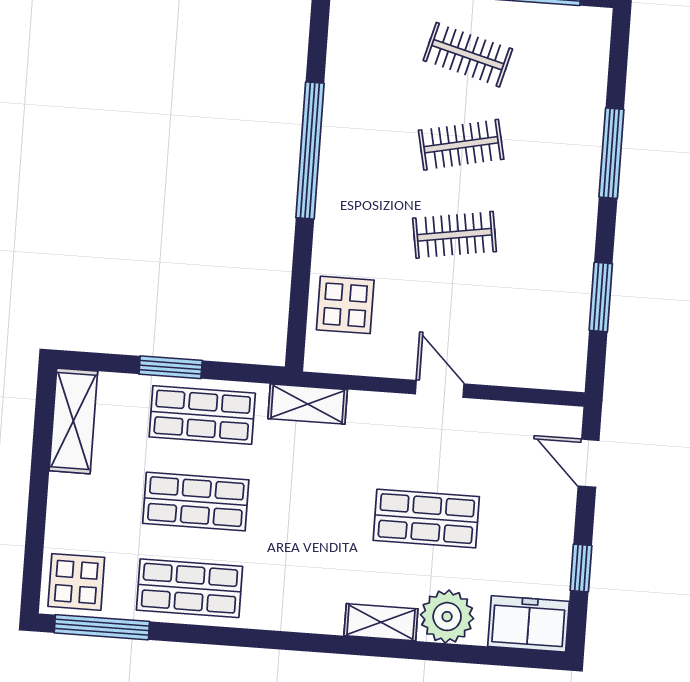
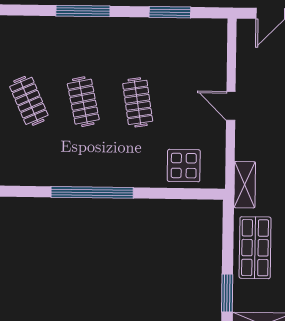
clothes rail: (468, 55) -> (29, 101), turned -39
window: (171, 367) -> (227, 293), moved
door: (440, 389) -> (231, 106), hinge flipped

